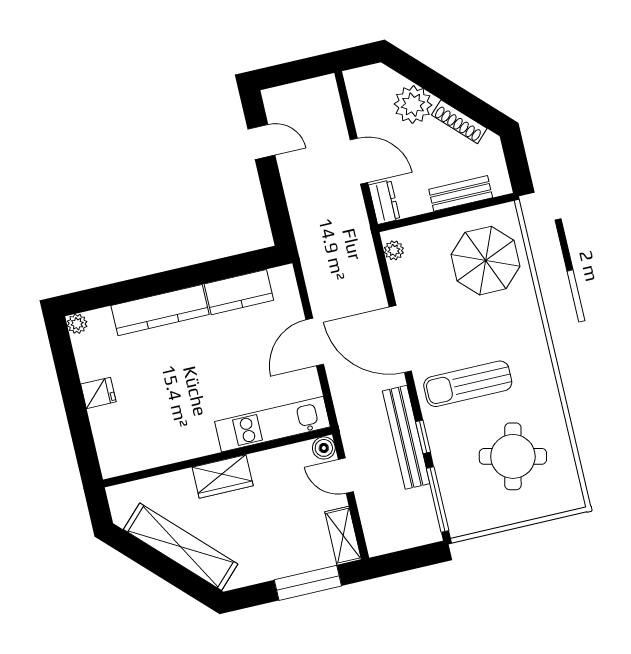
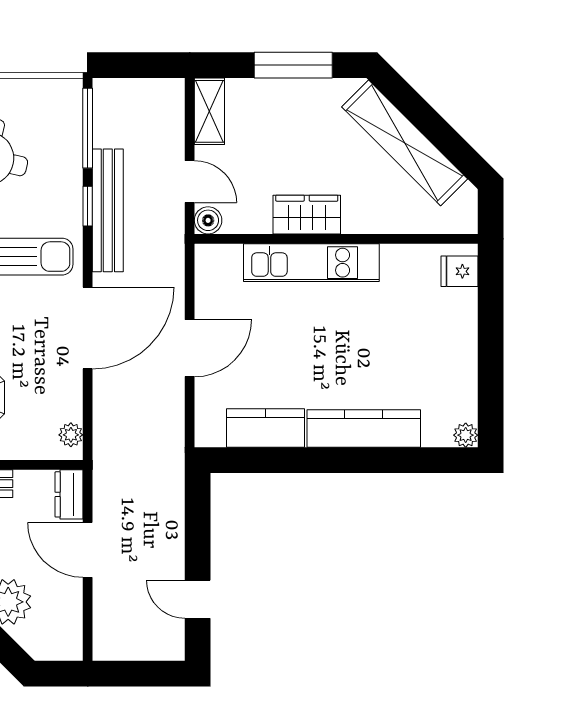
door: (400, 339) -> (88, 328), hinge flipped
fridge: (98, 393) -> (459, 271), moved
kitchen unit: (273, 424) -> (311, 263), moved
wardrobe: (223, 476) -> (307, 215), moved
window: (308, 583) -> (293, 65), moved

